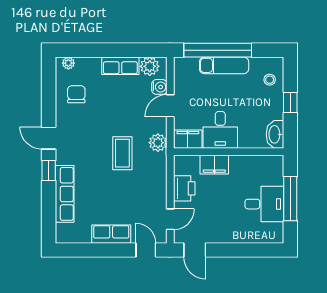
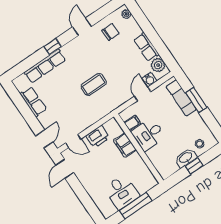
window: (218, 50) -> (196, 100), width x0.47
exam couch: (224, 65) -> (181, 98), moved
door: (170, 106) -> (143, 94), hinge flipped
washbasin: (275, 134) -> (186, 158), moved
door: (49, 138) -> (82, 27), moved
filing cabinet: (188, 139) -> (132, 123), width x0.50
plant: (158, 143) -> (115, 102), removed
row of seats: (111, 234) -> (33, 102), moved

